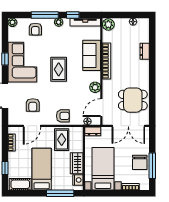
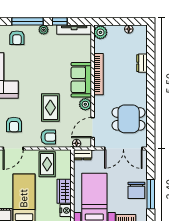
sofa: (92, 55) -> (81, 80), moved
rug: (59, 69) -> (50, 108), moved

